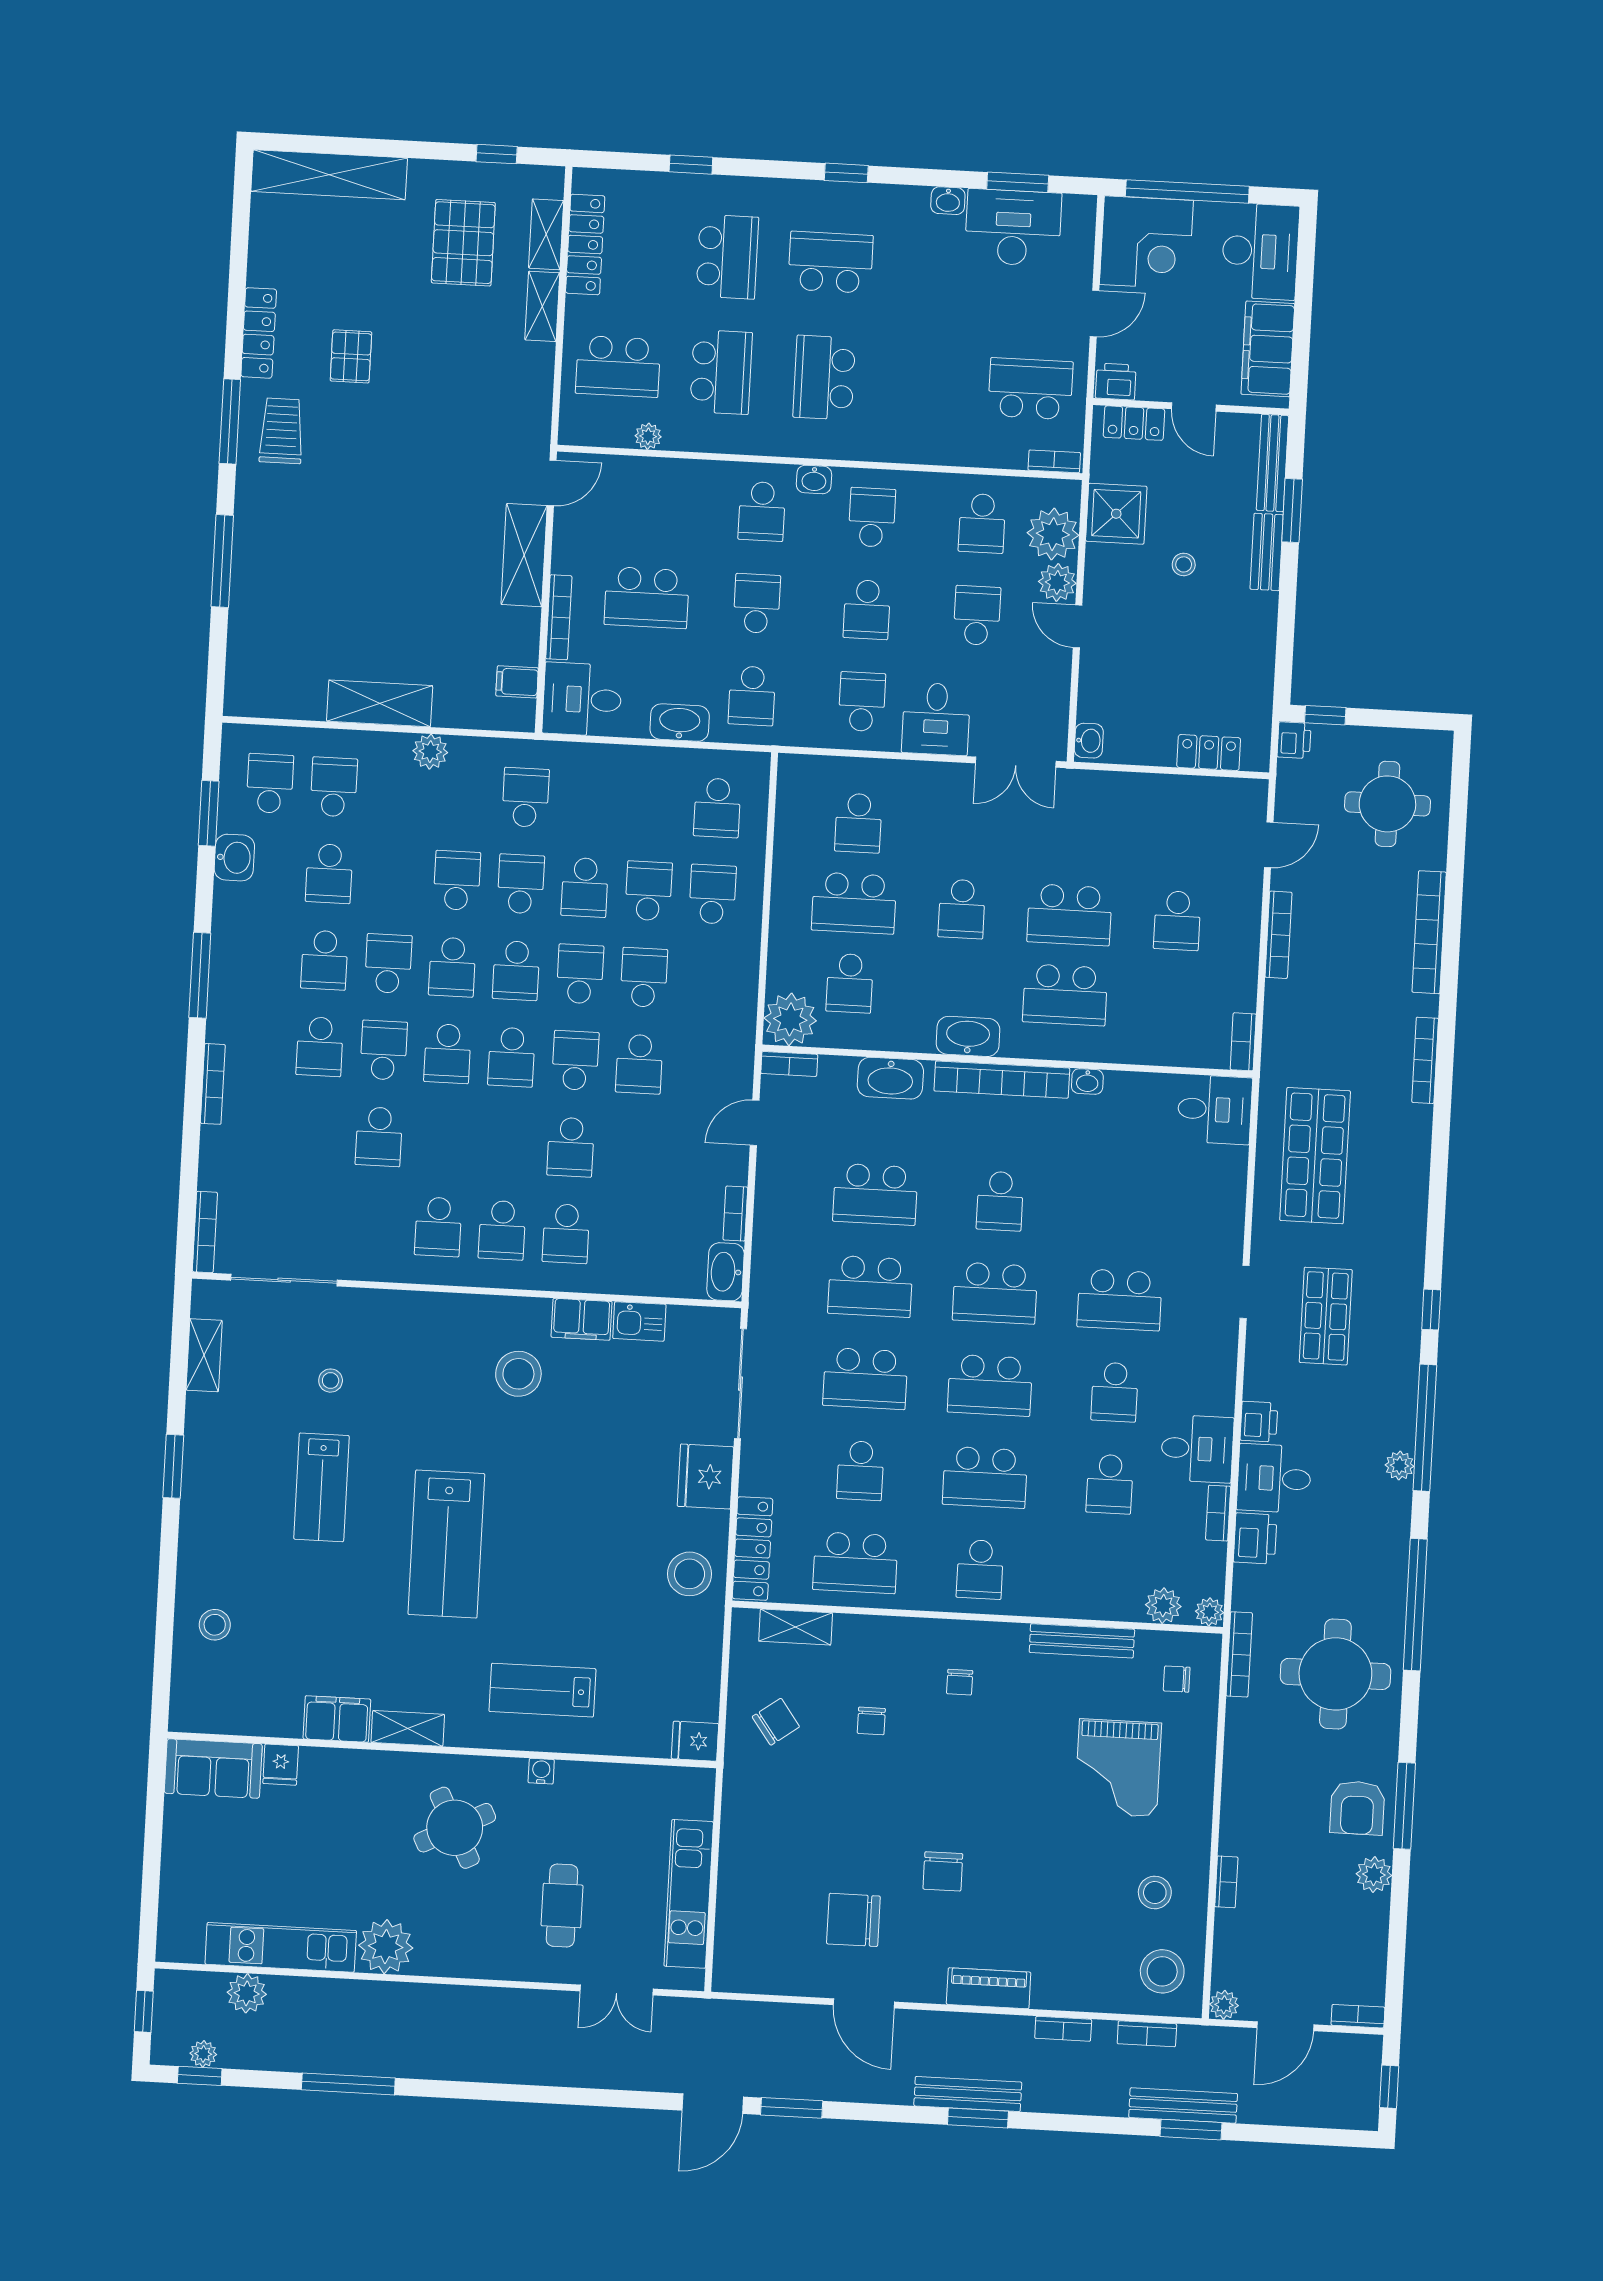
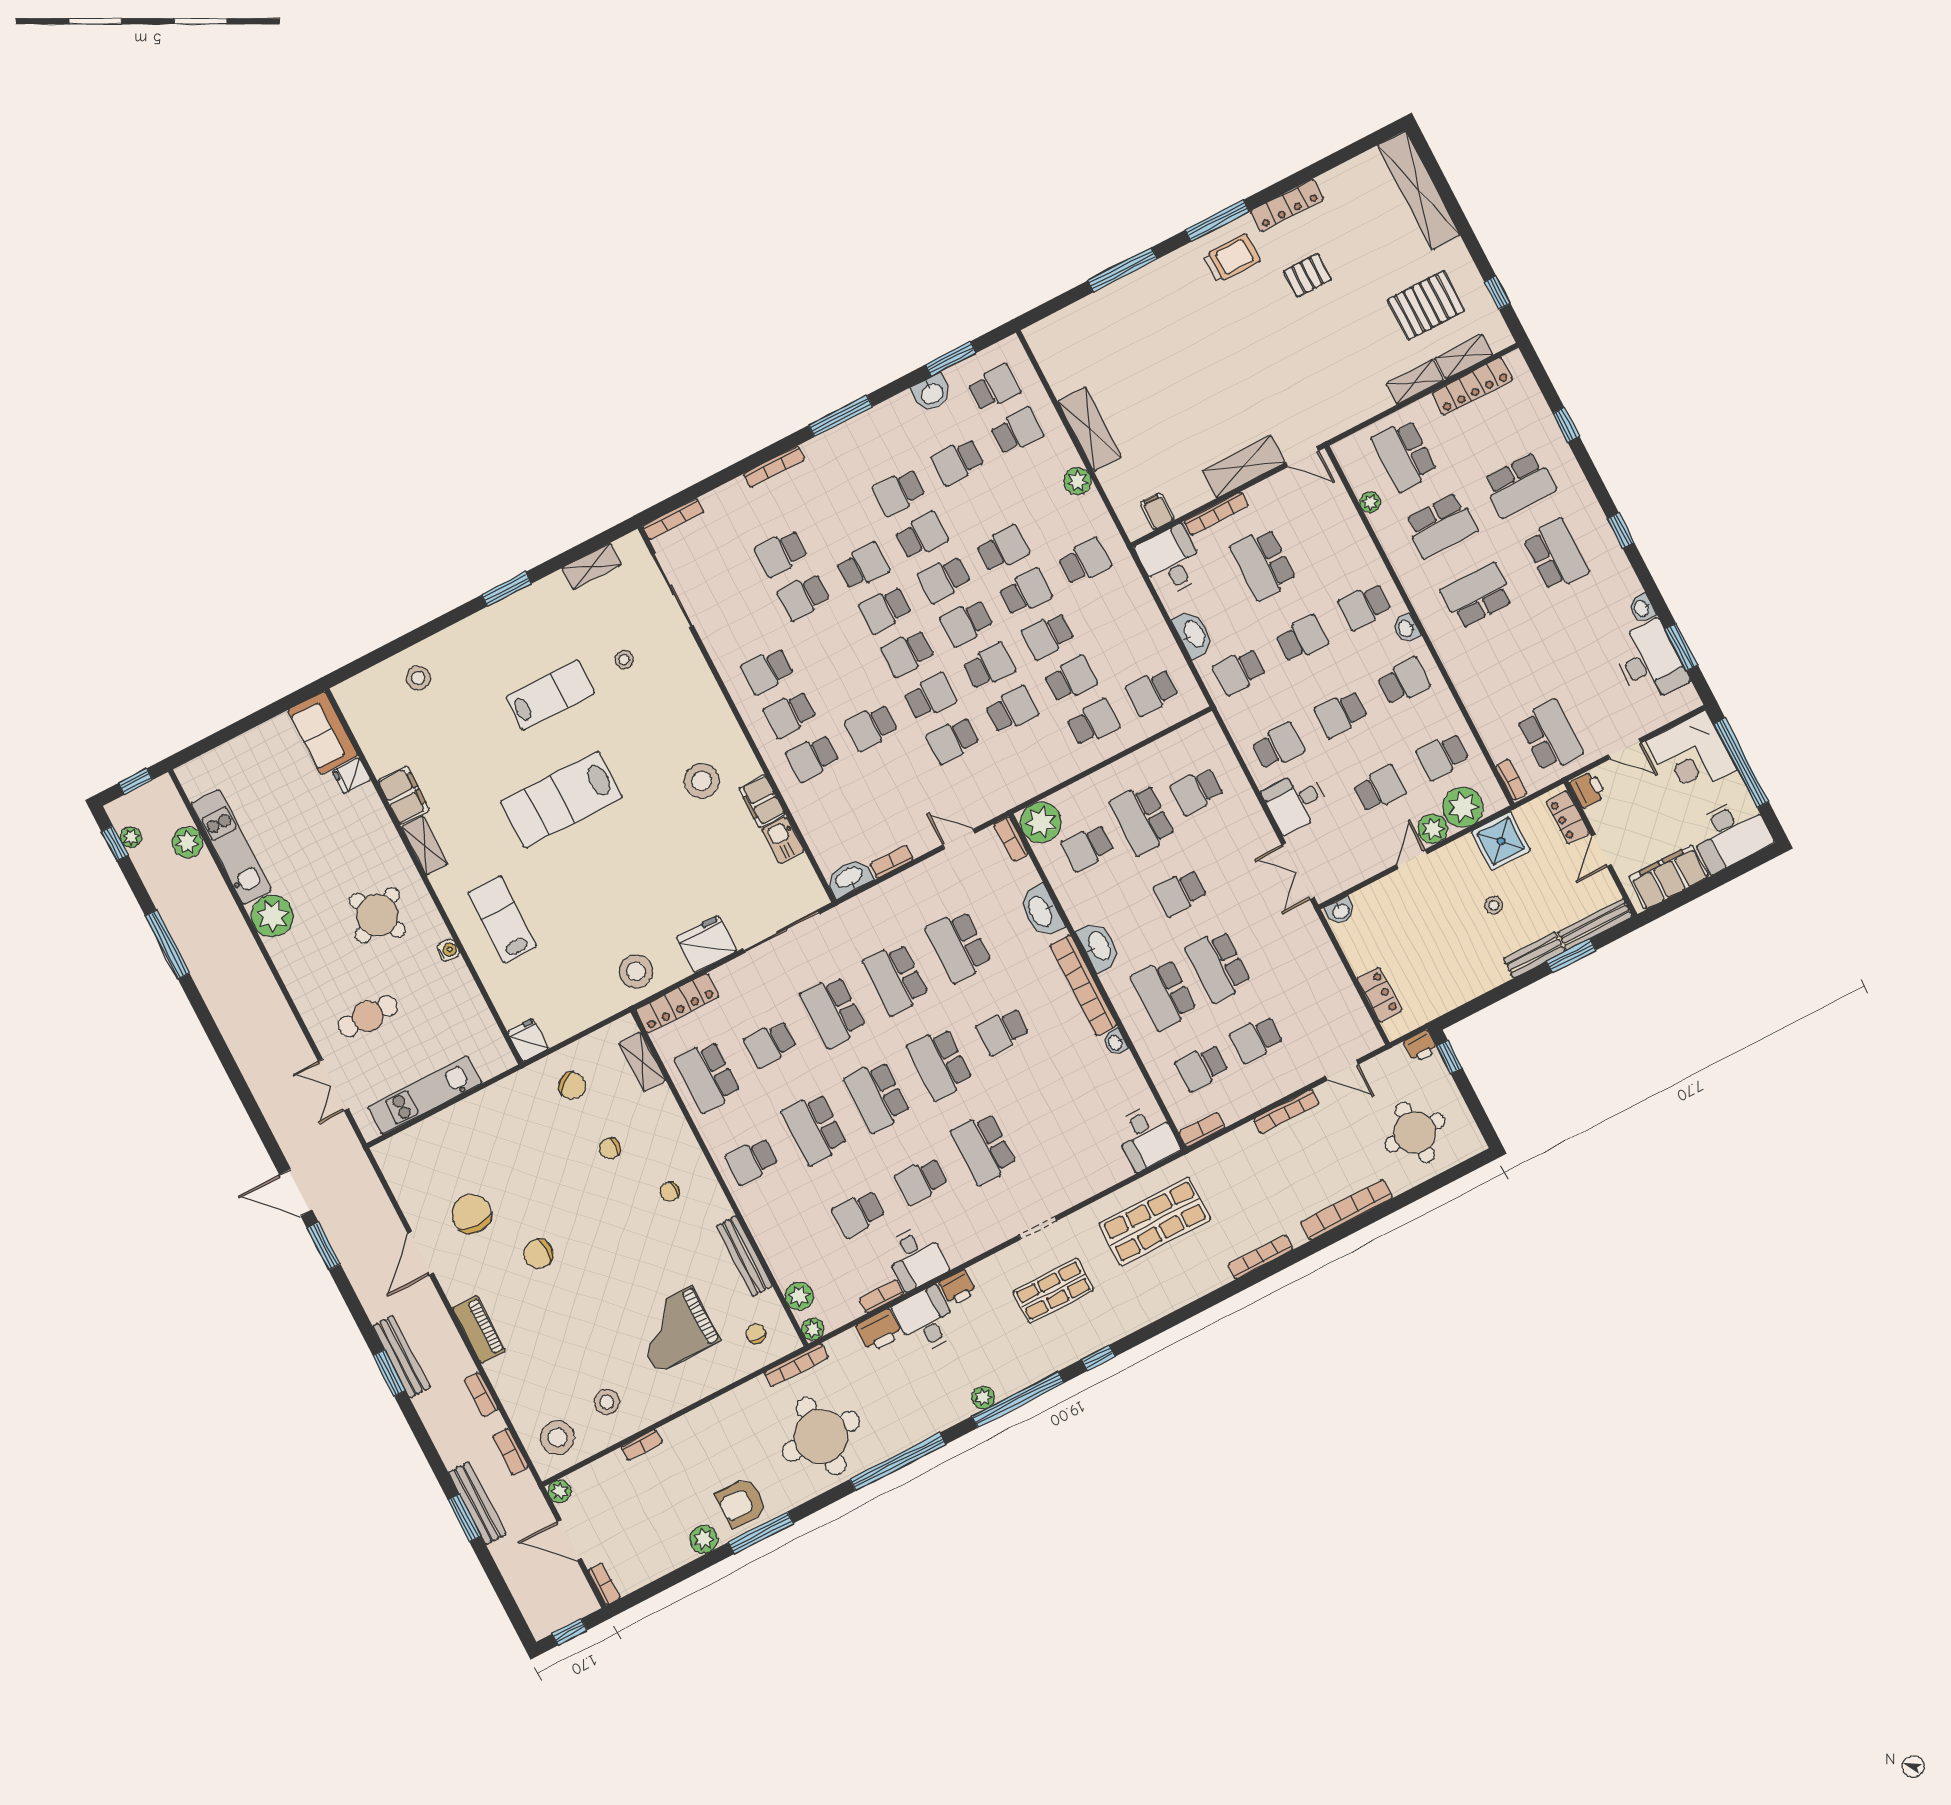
school desk: (1173, 1001) -> (1202, 1067), added
school desk: (320, 1047) -> (781, 553), moved
lab bench: (321, 1487) -> (550, 695), turned 180

